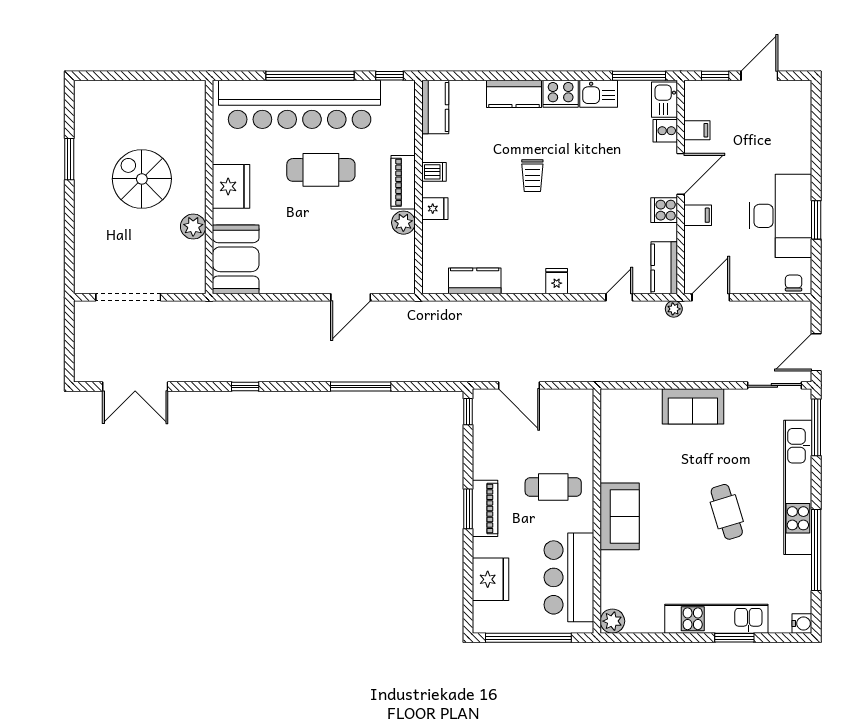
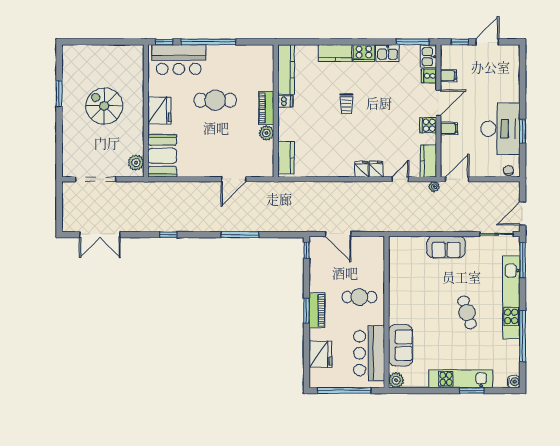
window: (389, 76) -> (164, 42), moved
bar counter: (300, 104) -> (179, 60), width x0.54
kitchen counter: (435, 107) -> (286, 70), width x1.50
fridge: (435, 209) -> (376, 169), moved, turned -90
plant: (193, 227) -> (136, 163), moved
kitchen counter: (475, 281) -> (286, 158), moved, turned 90
sofa: (620, 516) -> (401, 345), moved

